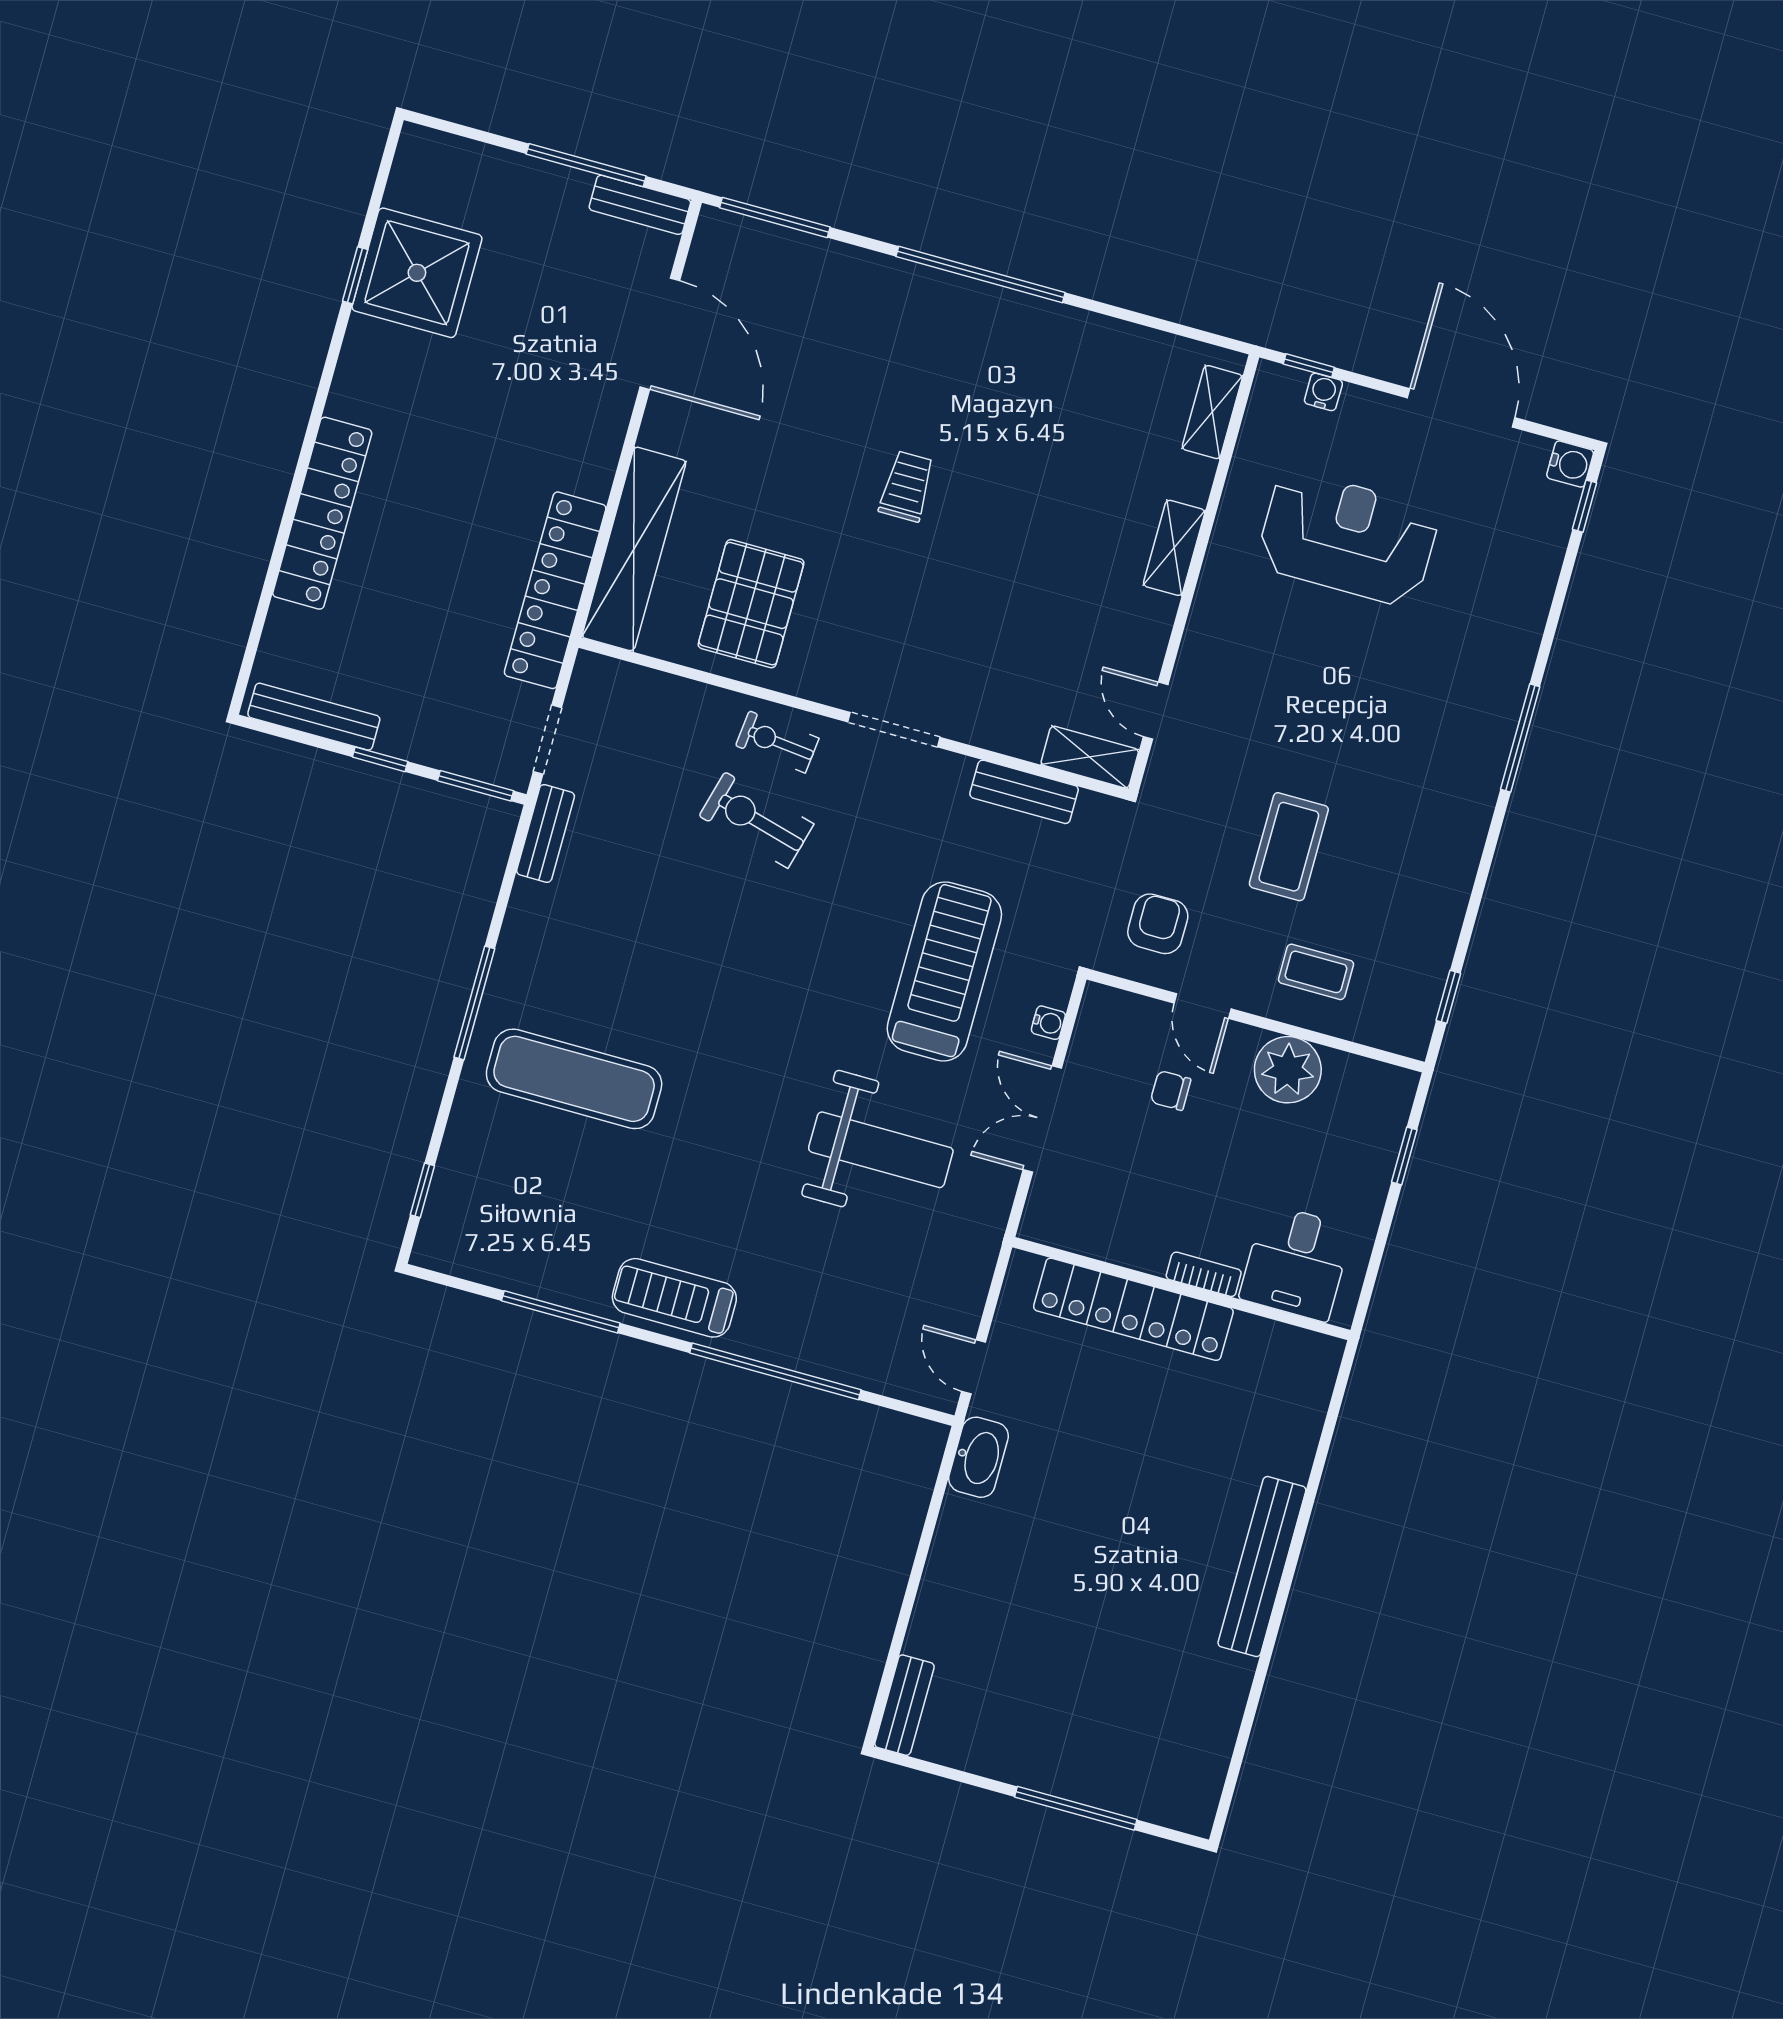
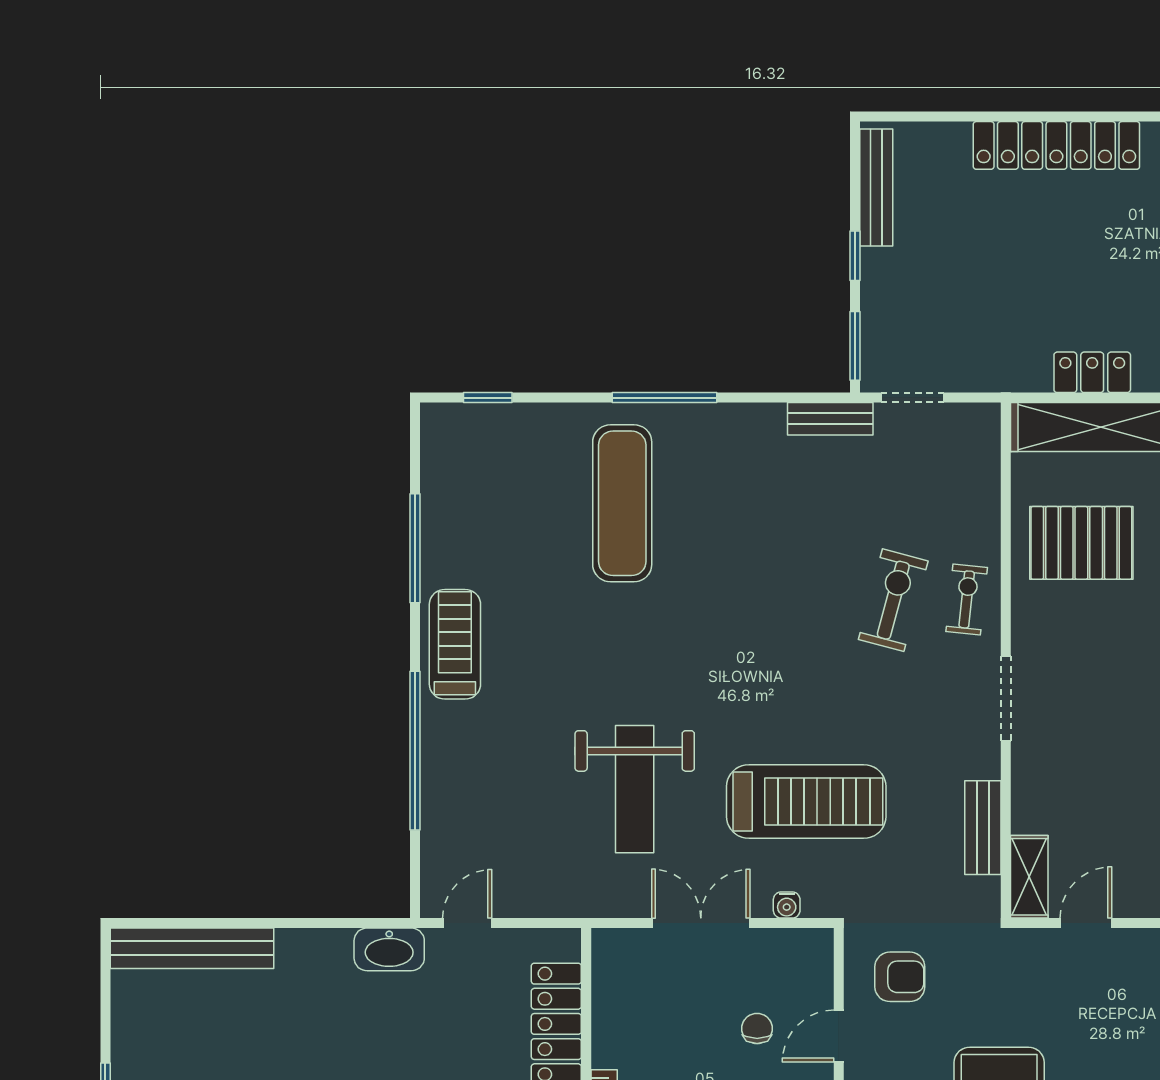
locker: (555, 590) -> (1092, 372), width x0.46, depth x0.83
bench: (904, 1705) -> (192, 948), width x1.86, depth x1.21

